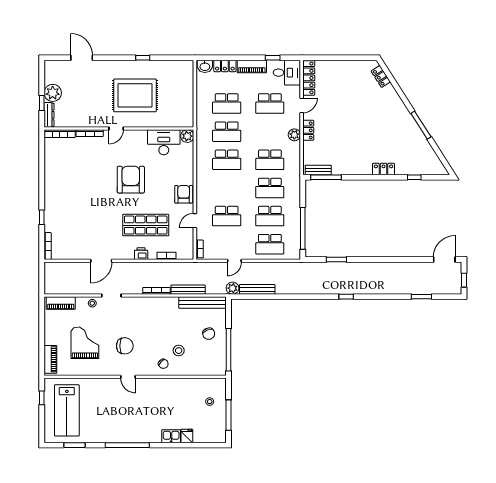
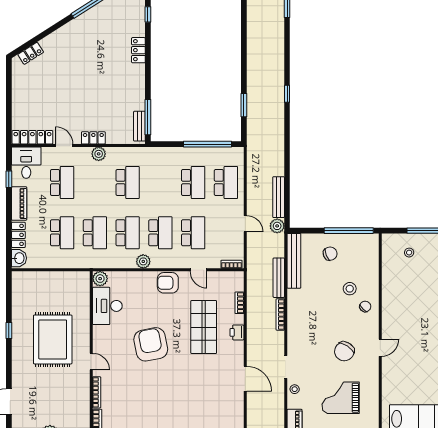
plant: (202, 173) -> (143, 261), added
armchair: (131, 180) -> (151, 344), turned 79
school desk: (270, 188) -> (160, 233), moved
chair: (125, 346) -> (344, 351), turned -147

